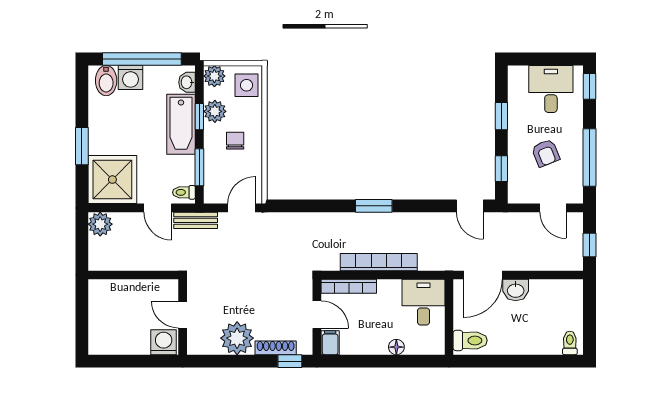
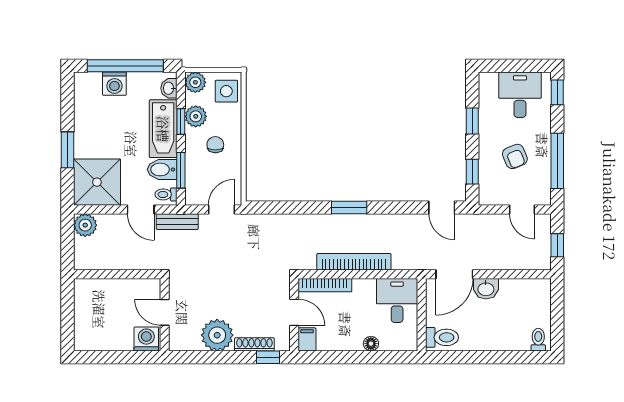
bidet: (106, 81) -> (162, 169), moved, turned 90

